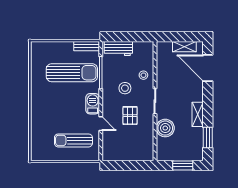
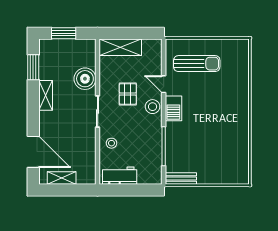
workbench: (118, 48) -> (120, 176), moved
sun lounger: (72, 73) -> (199, 146), removed
stool: (125, 88) -> (153, 107), moved
shelving: (136, 154) -> (120, 47), added

